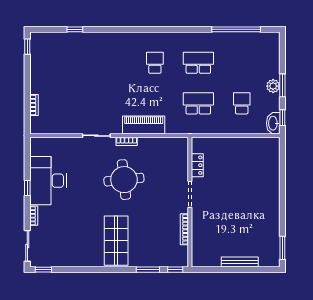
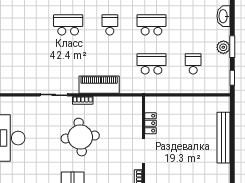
school desk: (111, 63) -> (68, 25), added
washbasin: (273, 123) -> (223, 16), moved
bench: (273, 180) -> (223, 138), added

